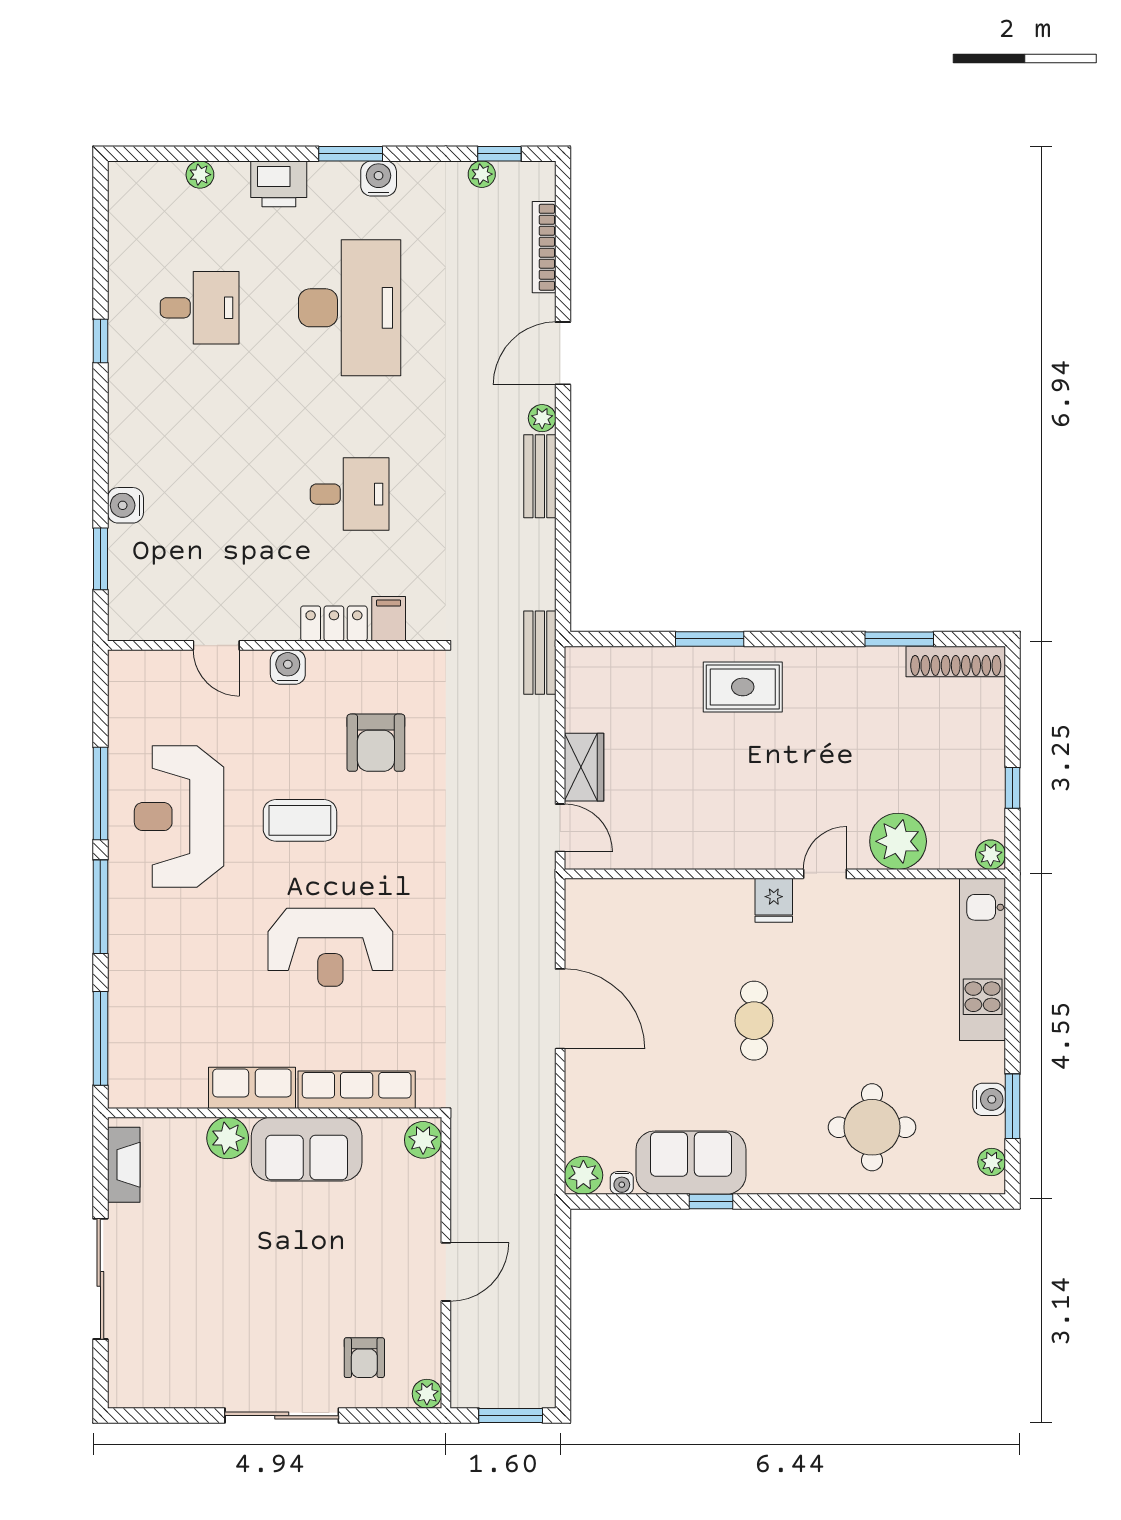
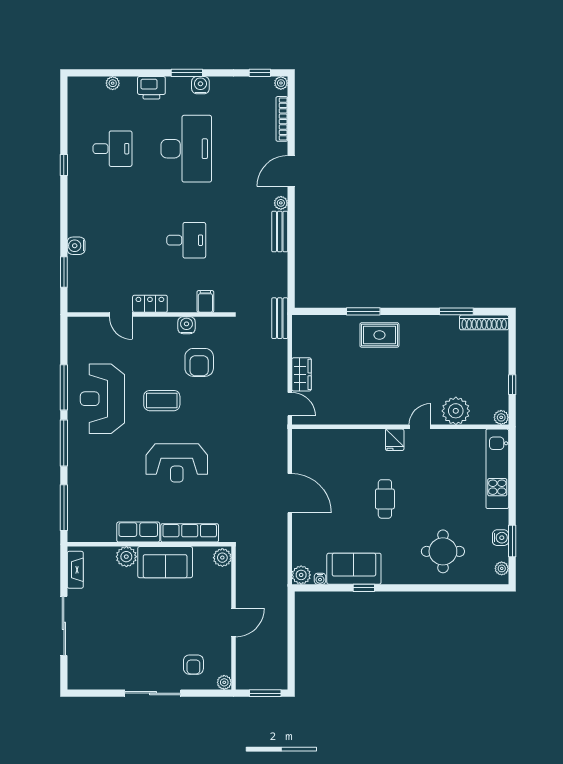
plant: (482, 174) -> (281, 83), moved
locker: (334, 623) -> (150, 304), moved
water cooler: (288, 667) -> (187, 325), moved

